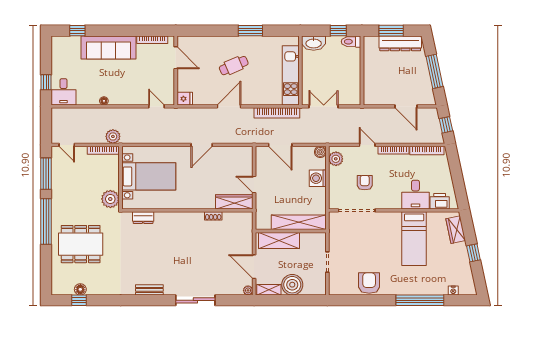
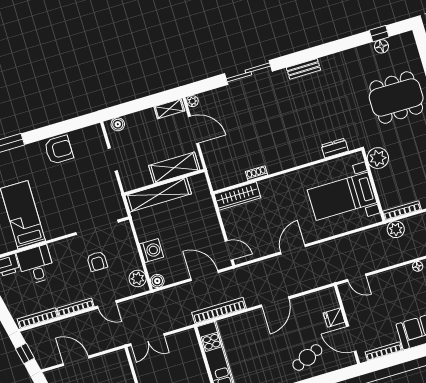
cafe table: (234, 66) -> (307, 357), moved
fridge: (185, 99) -> (334, 318), moved
double door: (324, 106) -> (147, 340), moved
door: (254, 185) -> (229, 250), moved
armchair: (369, 283) -> (59, 150), turned -90
boiler: (292, 285) -> (118, 124), moved, width x0.54, depth x0.54

